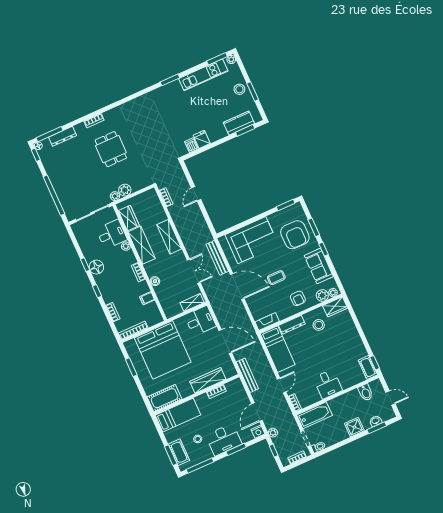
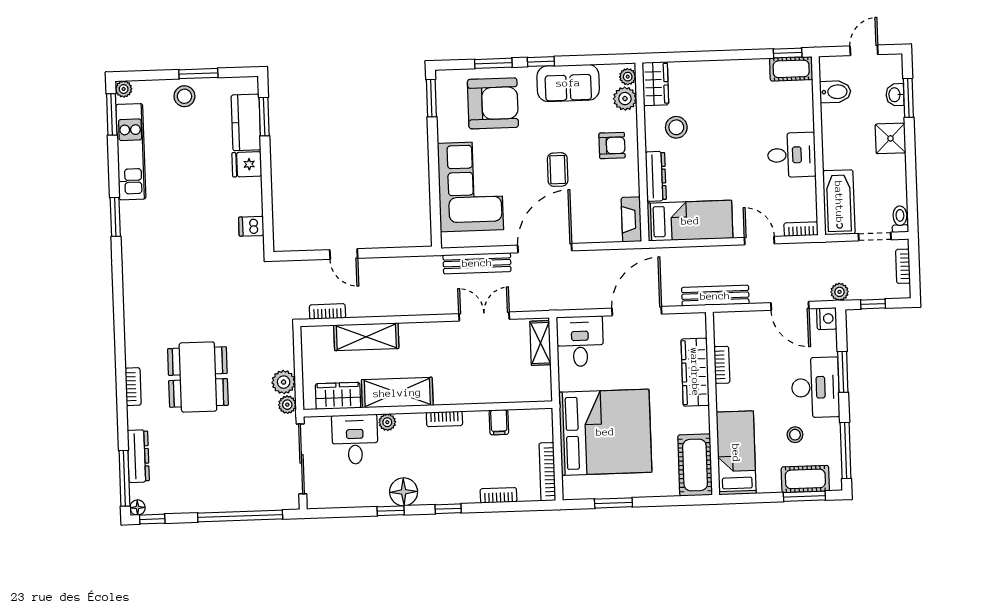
fridge: (202, 139) -> (247, 164), moved
dining table: (111, 149) -> (198, 377), width x1.37
shelving: (169, 237) -> (366, 337), moved
boiler: (155, 281) -> (473, 395), removed

